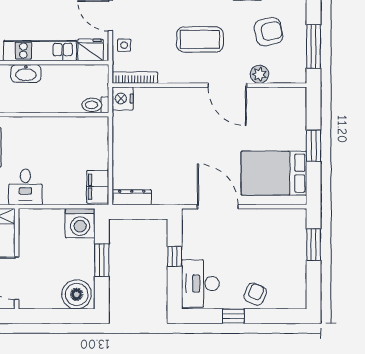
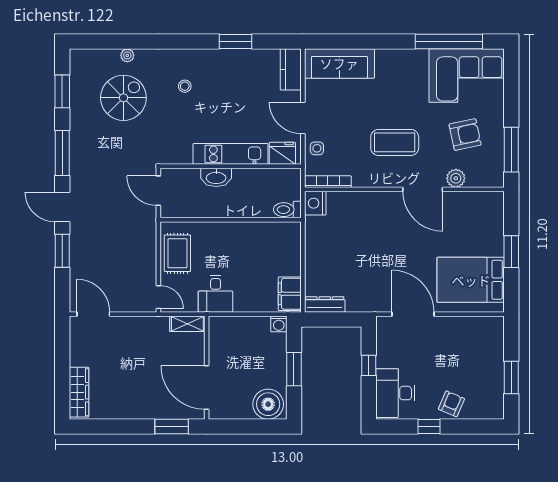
washing machine: (80, 223) -> (279, 324), width x0.53, depth x0.53
window: (314, 245) -> (511, 378), moved

